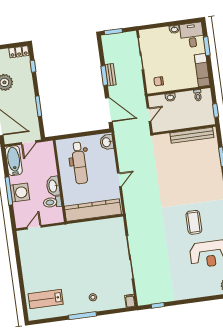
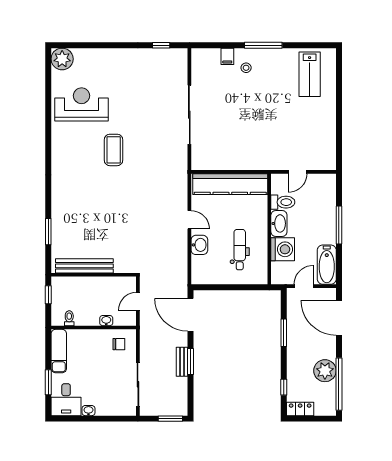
washbasin: (107, 142) -> (199, 245), moved
dental chair: (79, 163) -> (240, 250), width x0.73, depth x0.72
door: (119, 180) -> (189, 220), swing flipped
washing machine: (20, 192) -> (283, 249), moved, turned 180
coffee table: (194, 222) -> (114, 150), moved
door: (34, 227) -> (298, 172), moved
lab bench: (46, 299) -> (310, 74), turned 90
filing cabinet: (130, 301) -> (227, 56), moved

